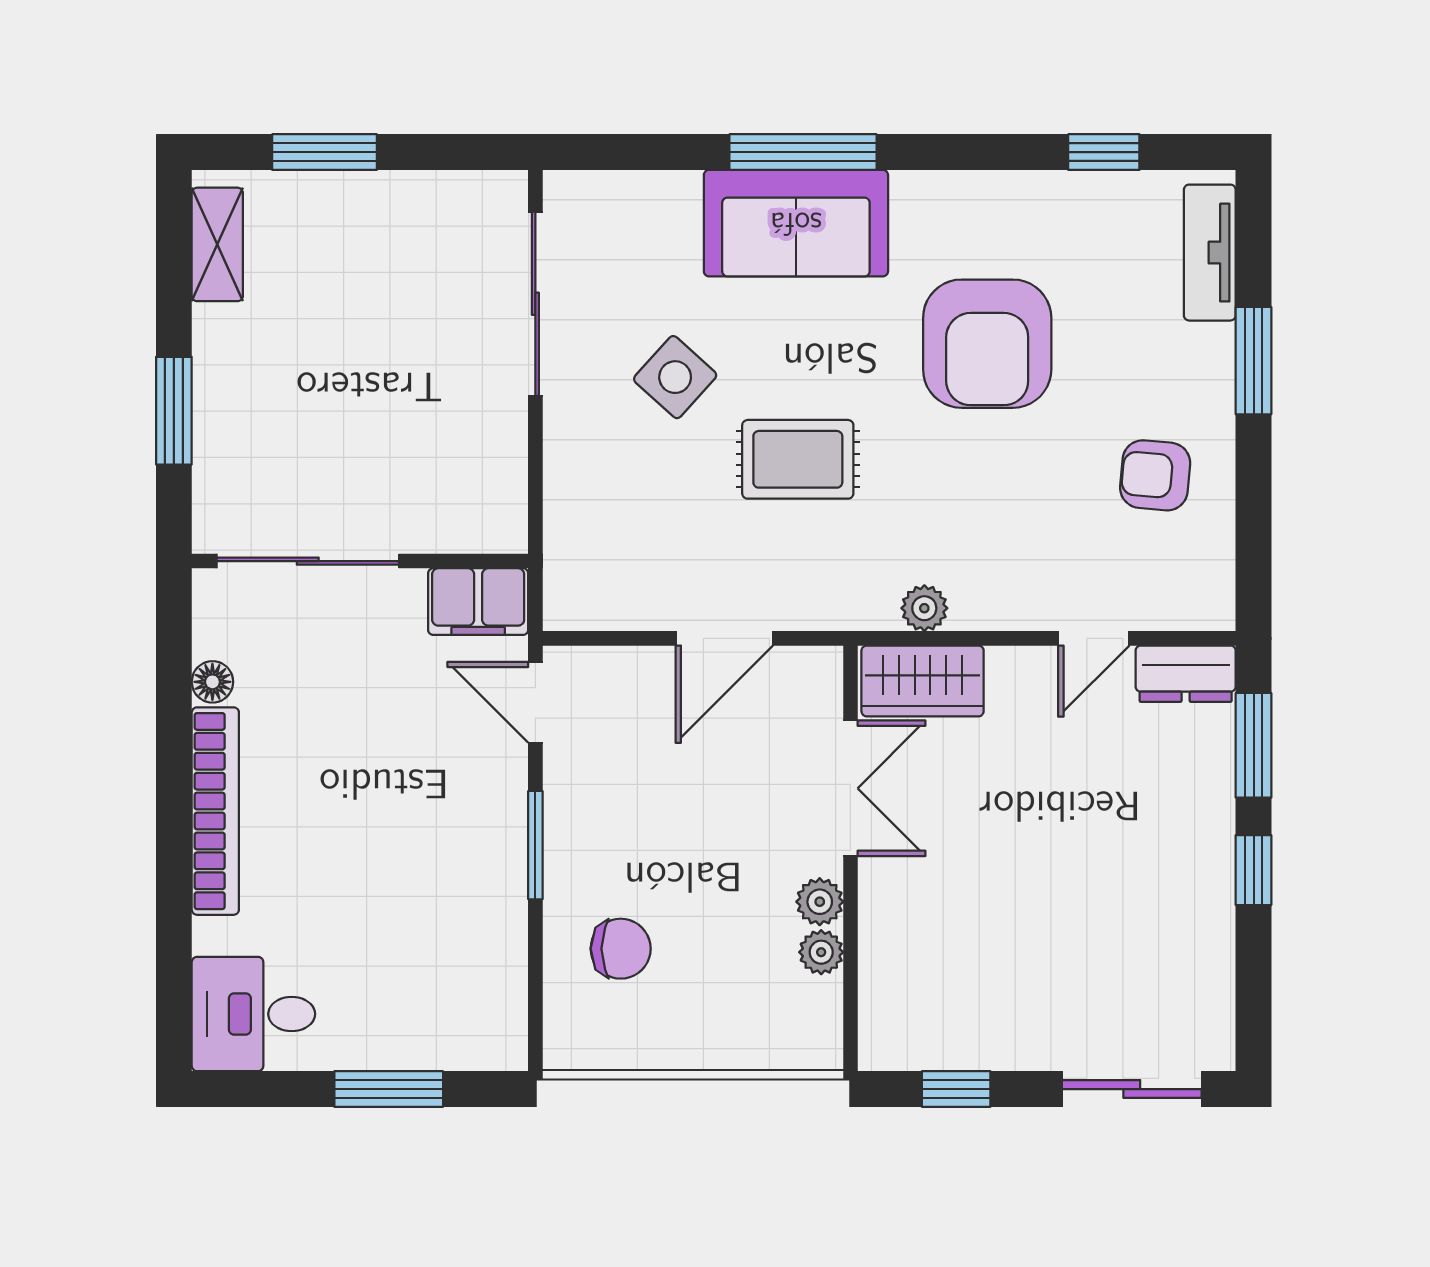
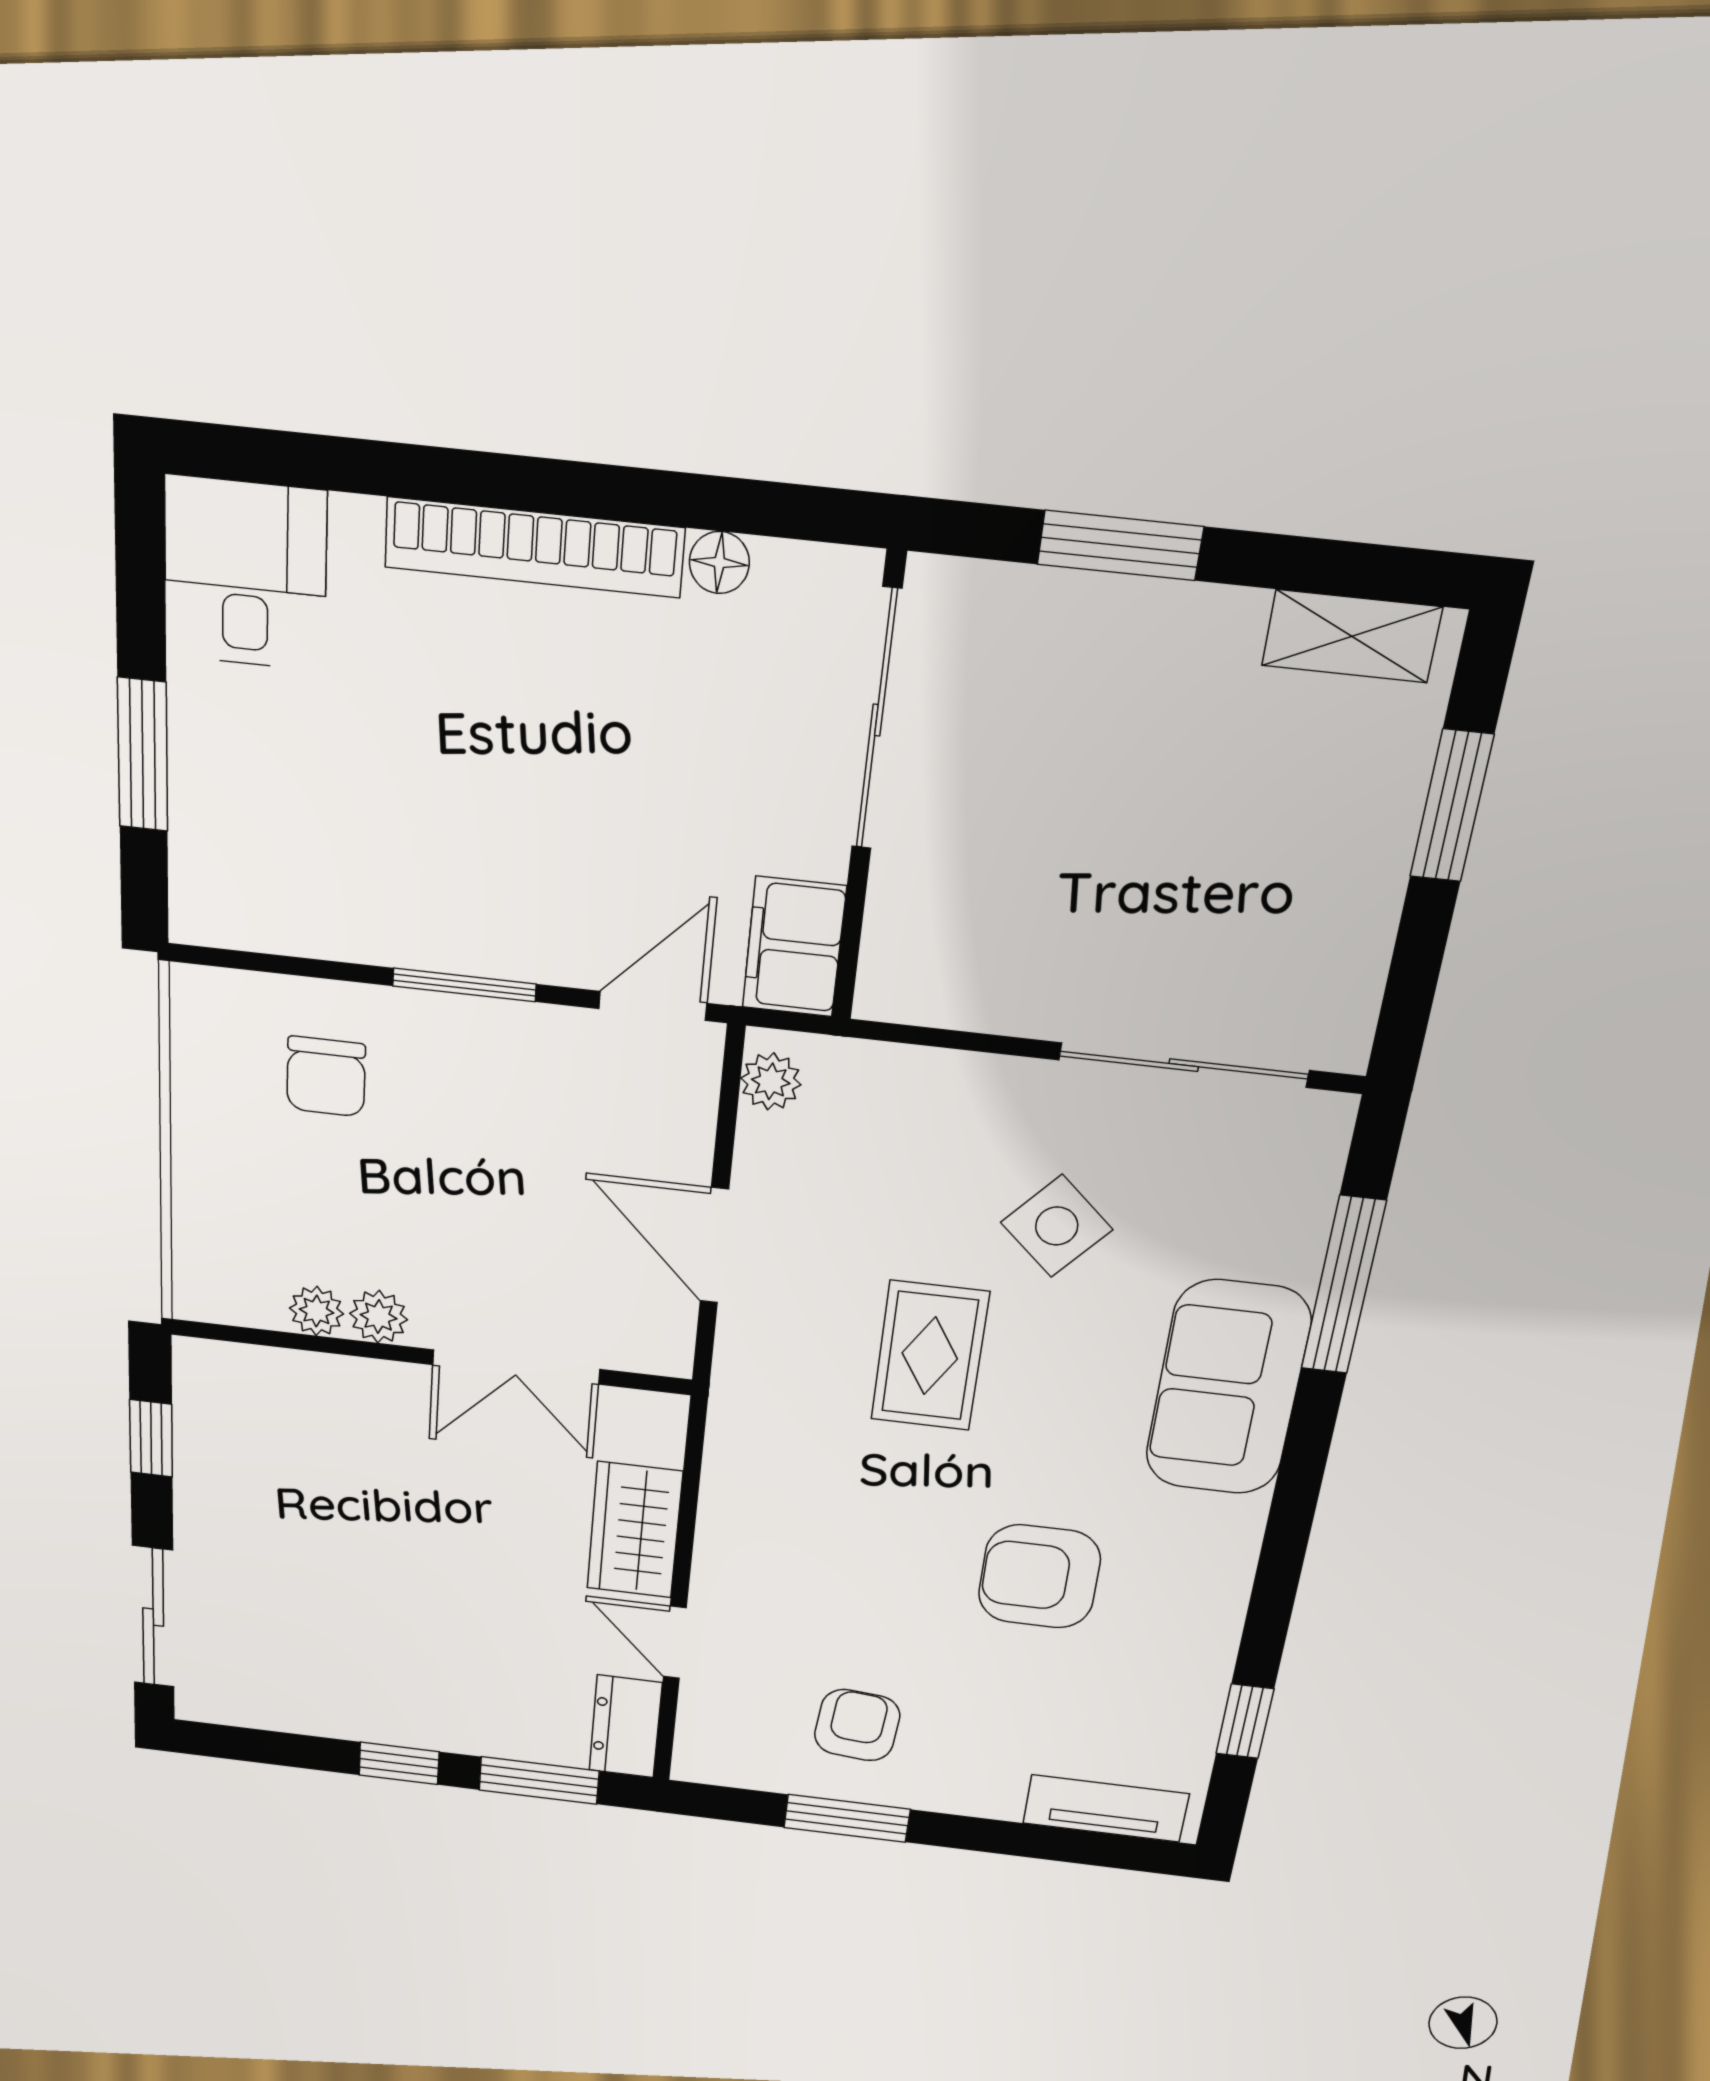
window: (803, 152) -> (1343, 1285), moved
armchair: (987, 344) -> (1039, 1577), width x0.73, depth x0.73
window: (1254, 361) -> (847, 1818), moved
plant: (924, 608) -> (771, 1081), moved
wardrobe: (923, 681) -> (635, 1530), moved

